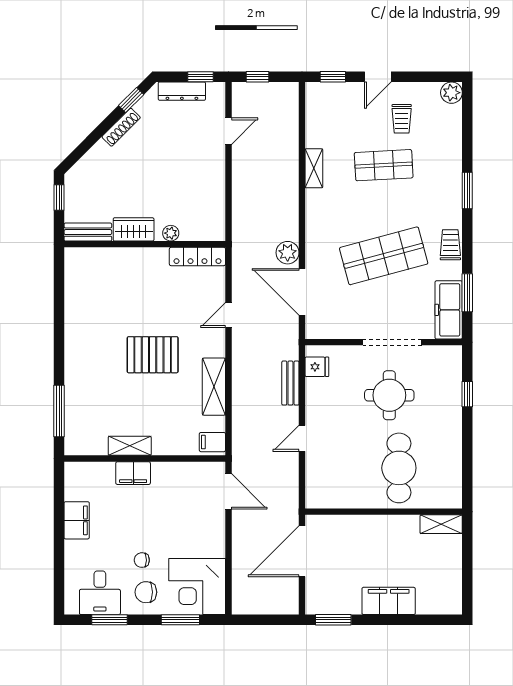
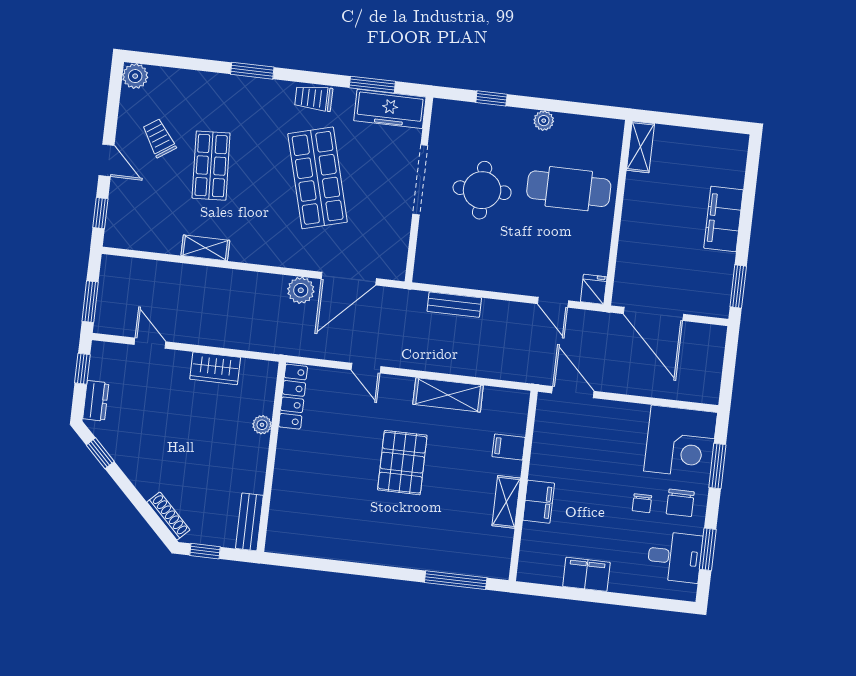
window: (258, 77) -> (90, 302), width x1.50
dresser: (182, 91) -> (96, 401), width x0.70
trolley: (402, 119) -> (159, 138), turned -124
shoe rack: (121, 127) -> (168, 516), moved
wardrobe: (134, 229) -> (215, 368), moved, turned -90
fridge: (317, 367) -> (594, 289), moved
door: (302, 438) -> (553, 302), moved
plant: (454, 440) -> (544, 121), added
filing cabinet: (212, 442) -> (509, 447), moved, turned 90
door: (228, 491) -> (573, 392), hinge flipped

